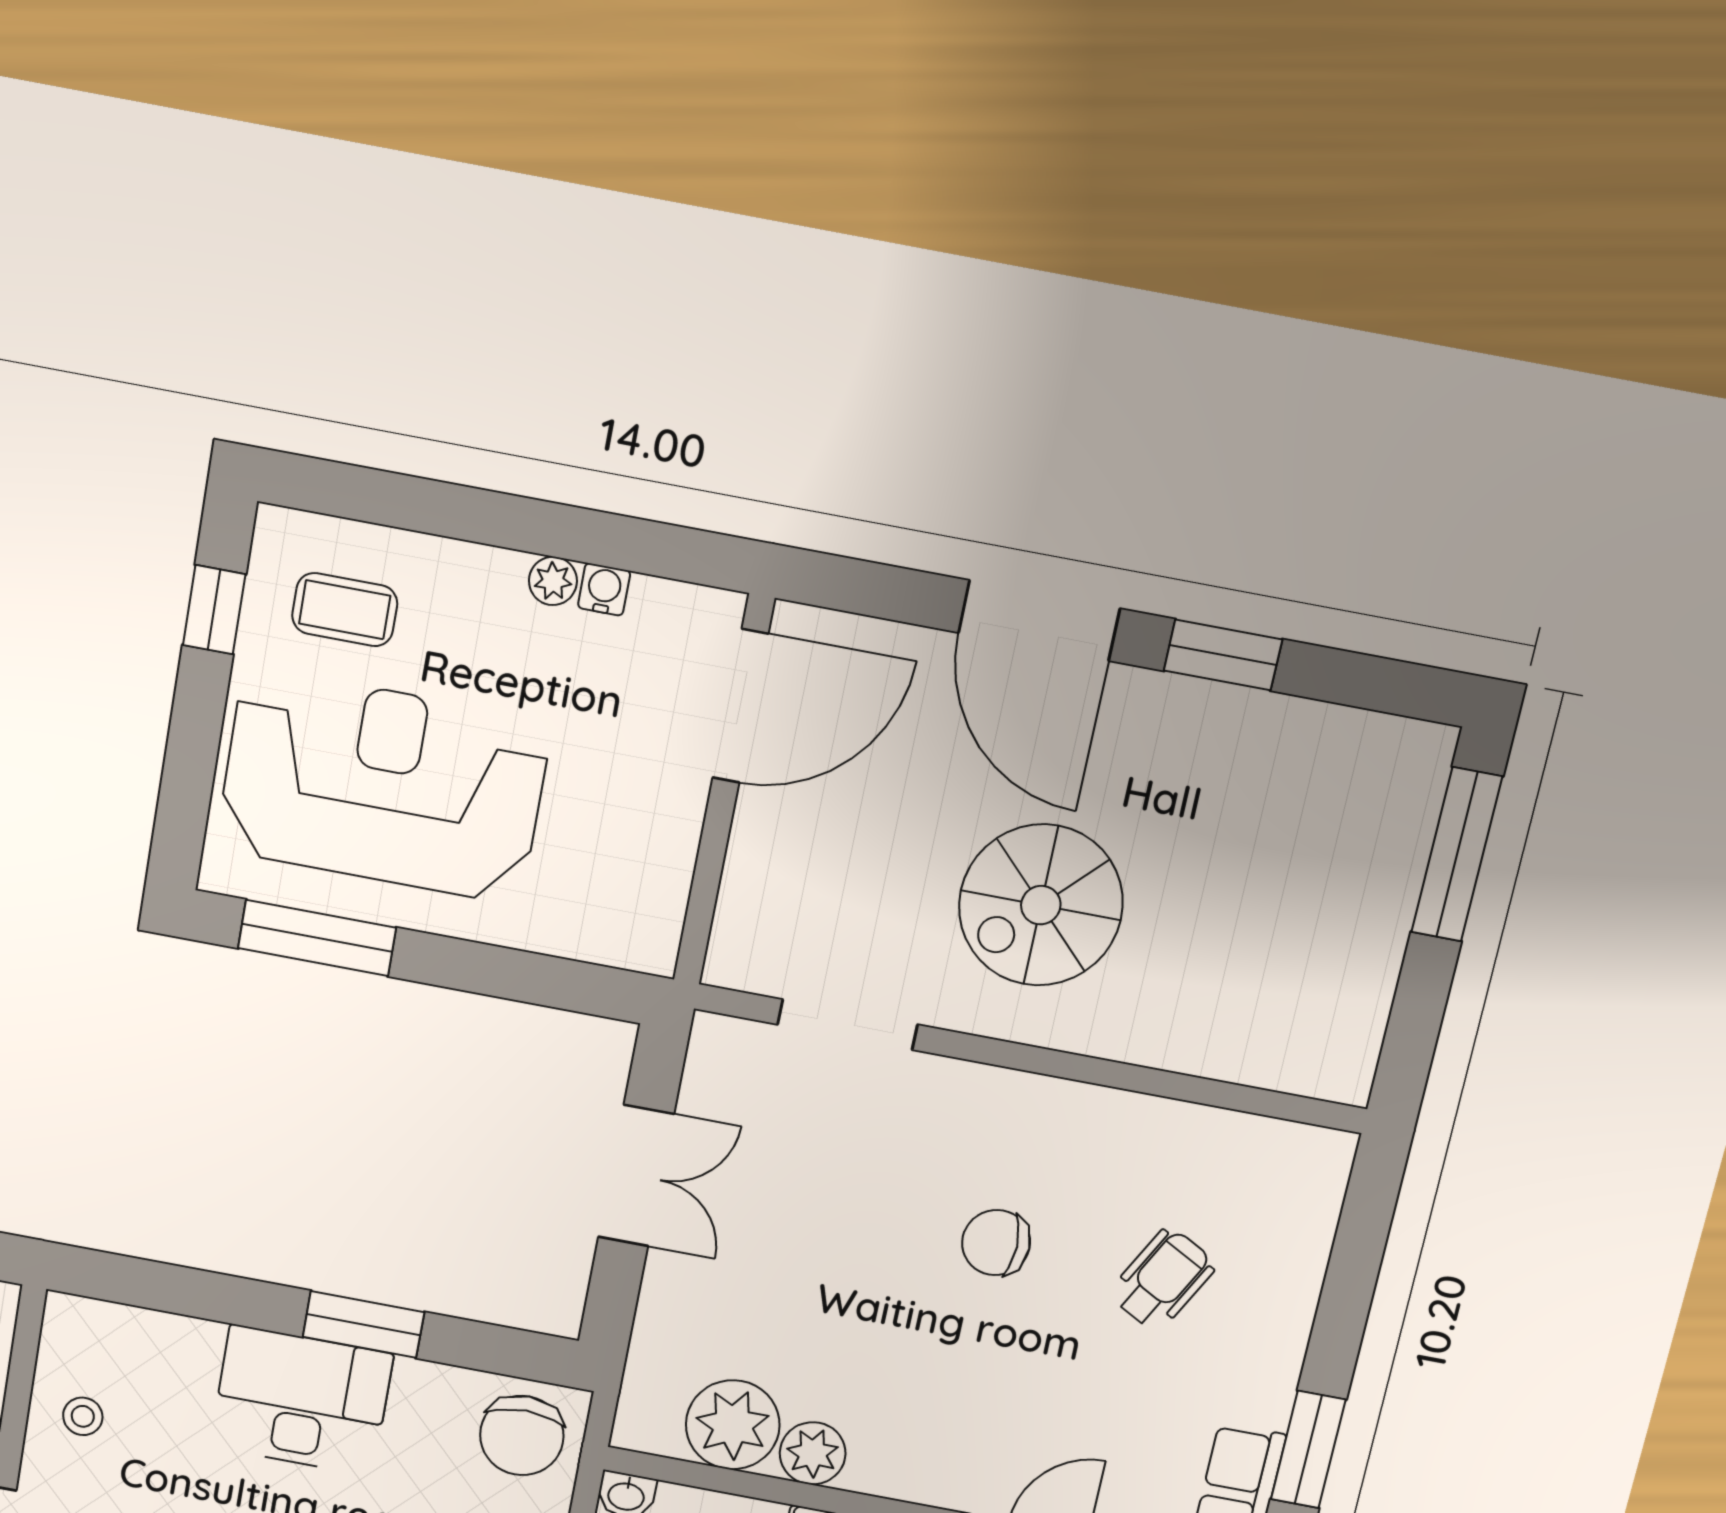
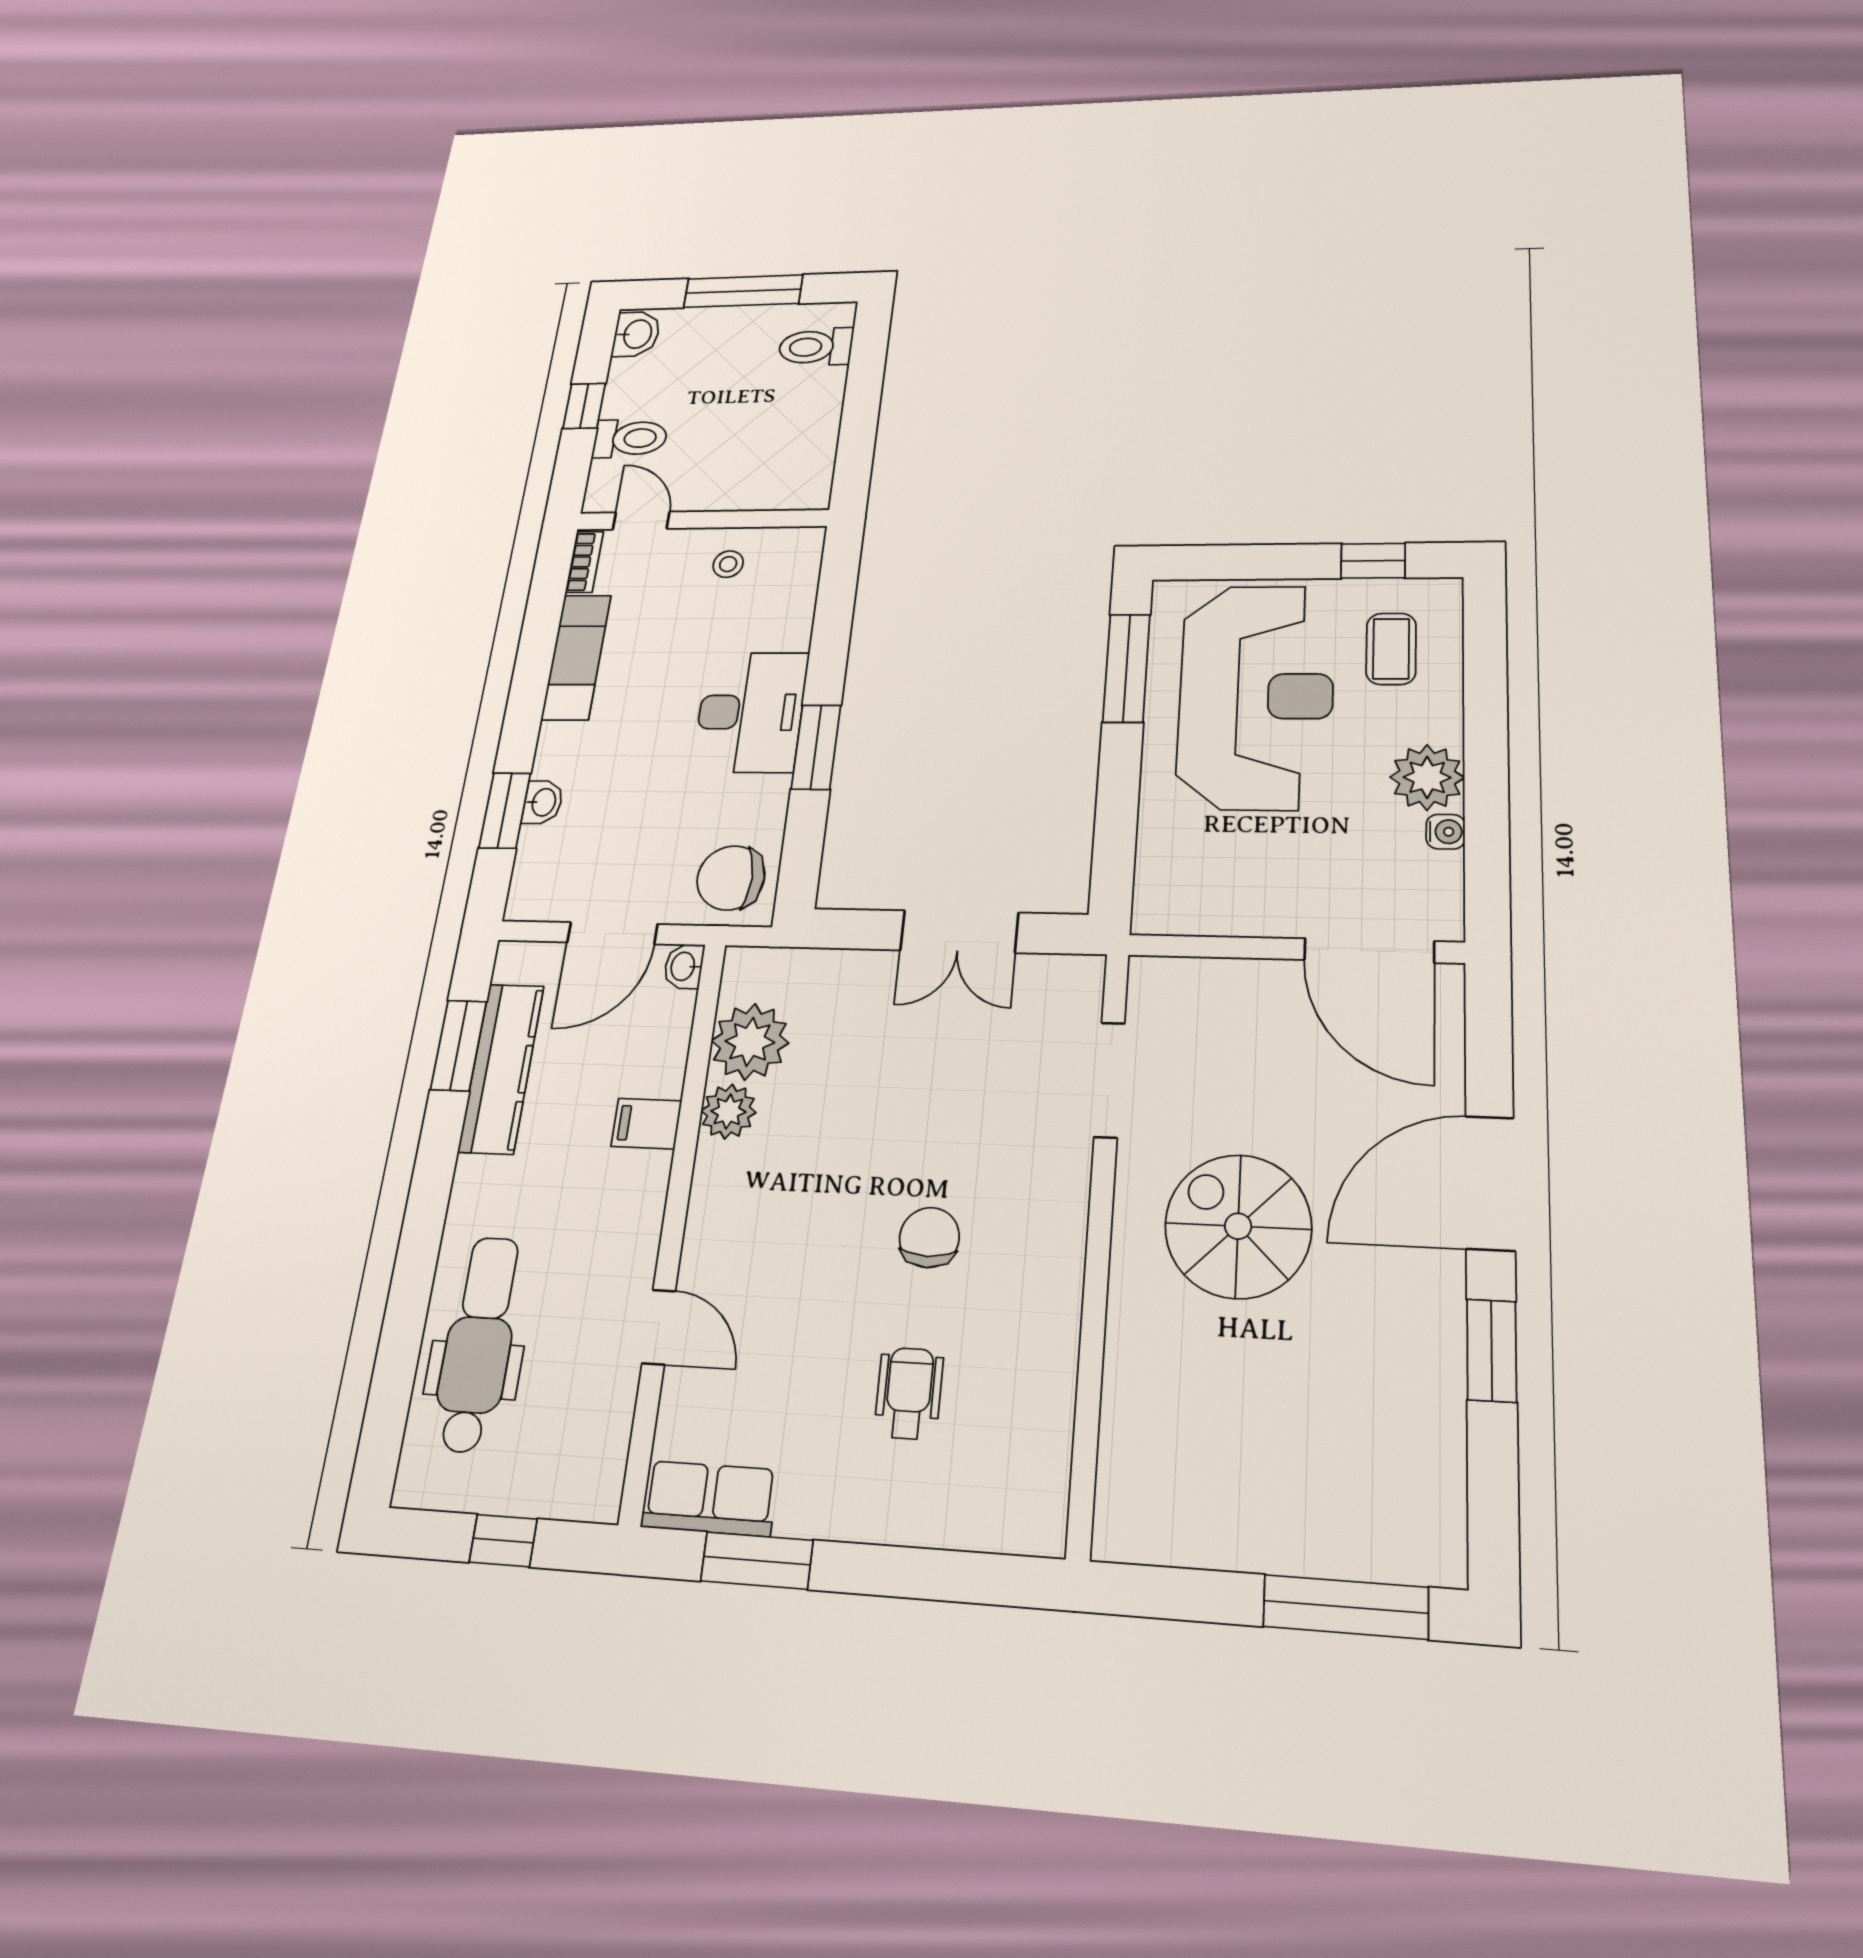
plant: (553, 581) -> (1427, 777), width x1.87, depth x1.87
wheelchair: (1163, 1279) -> (909, 1393), turned -118

